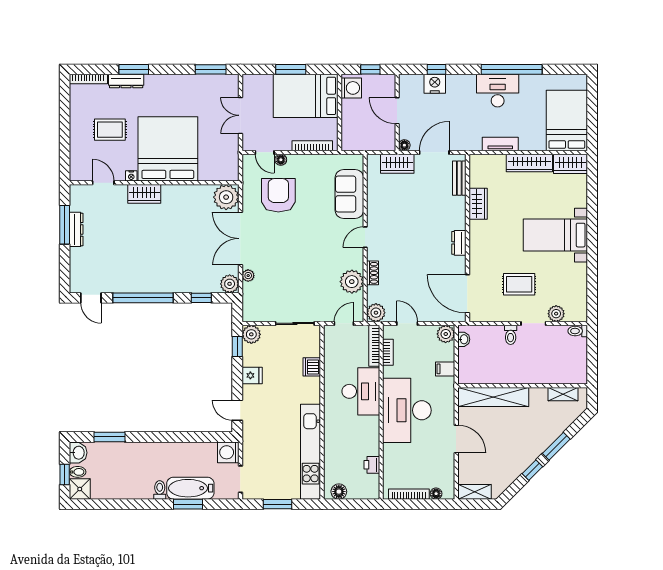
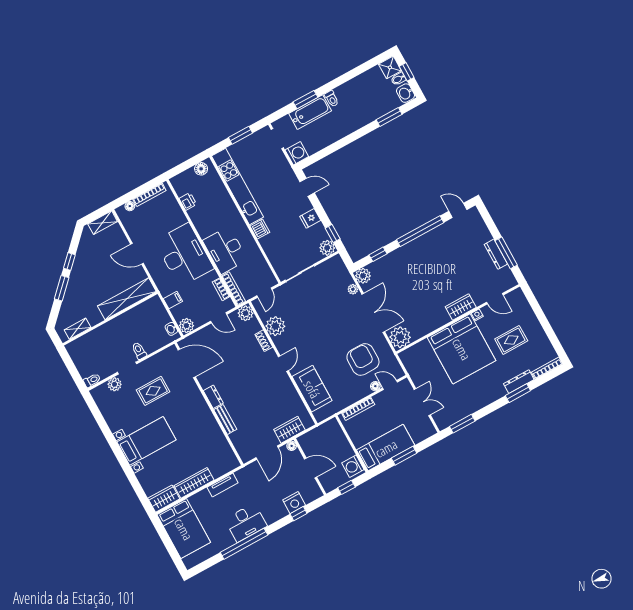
bed: (306, 96) -> (386, 448), width x0.67
bench: (459, 178) -> (225, 419), moved
armchair: (278, 195) -> (363, 359), turned 180
wardrobe: (478, 204) -> (215, 433), removed
dishwasher: (312, 367) -> (260, 229), moved

